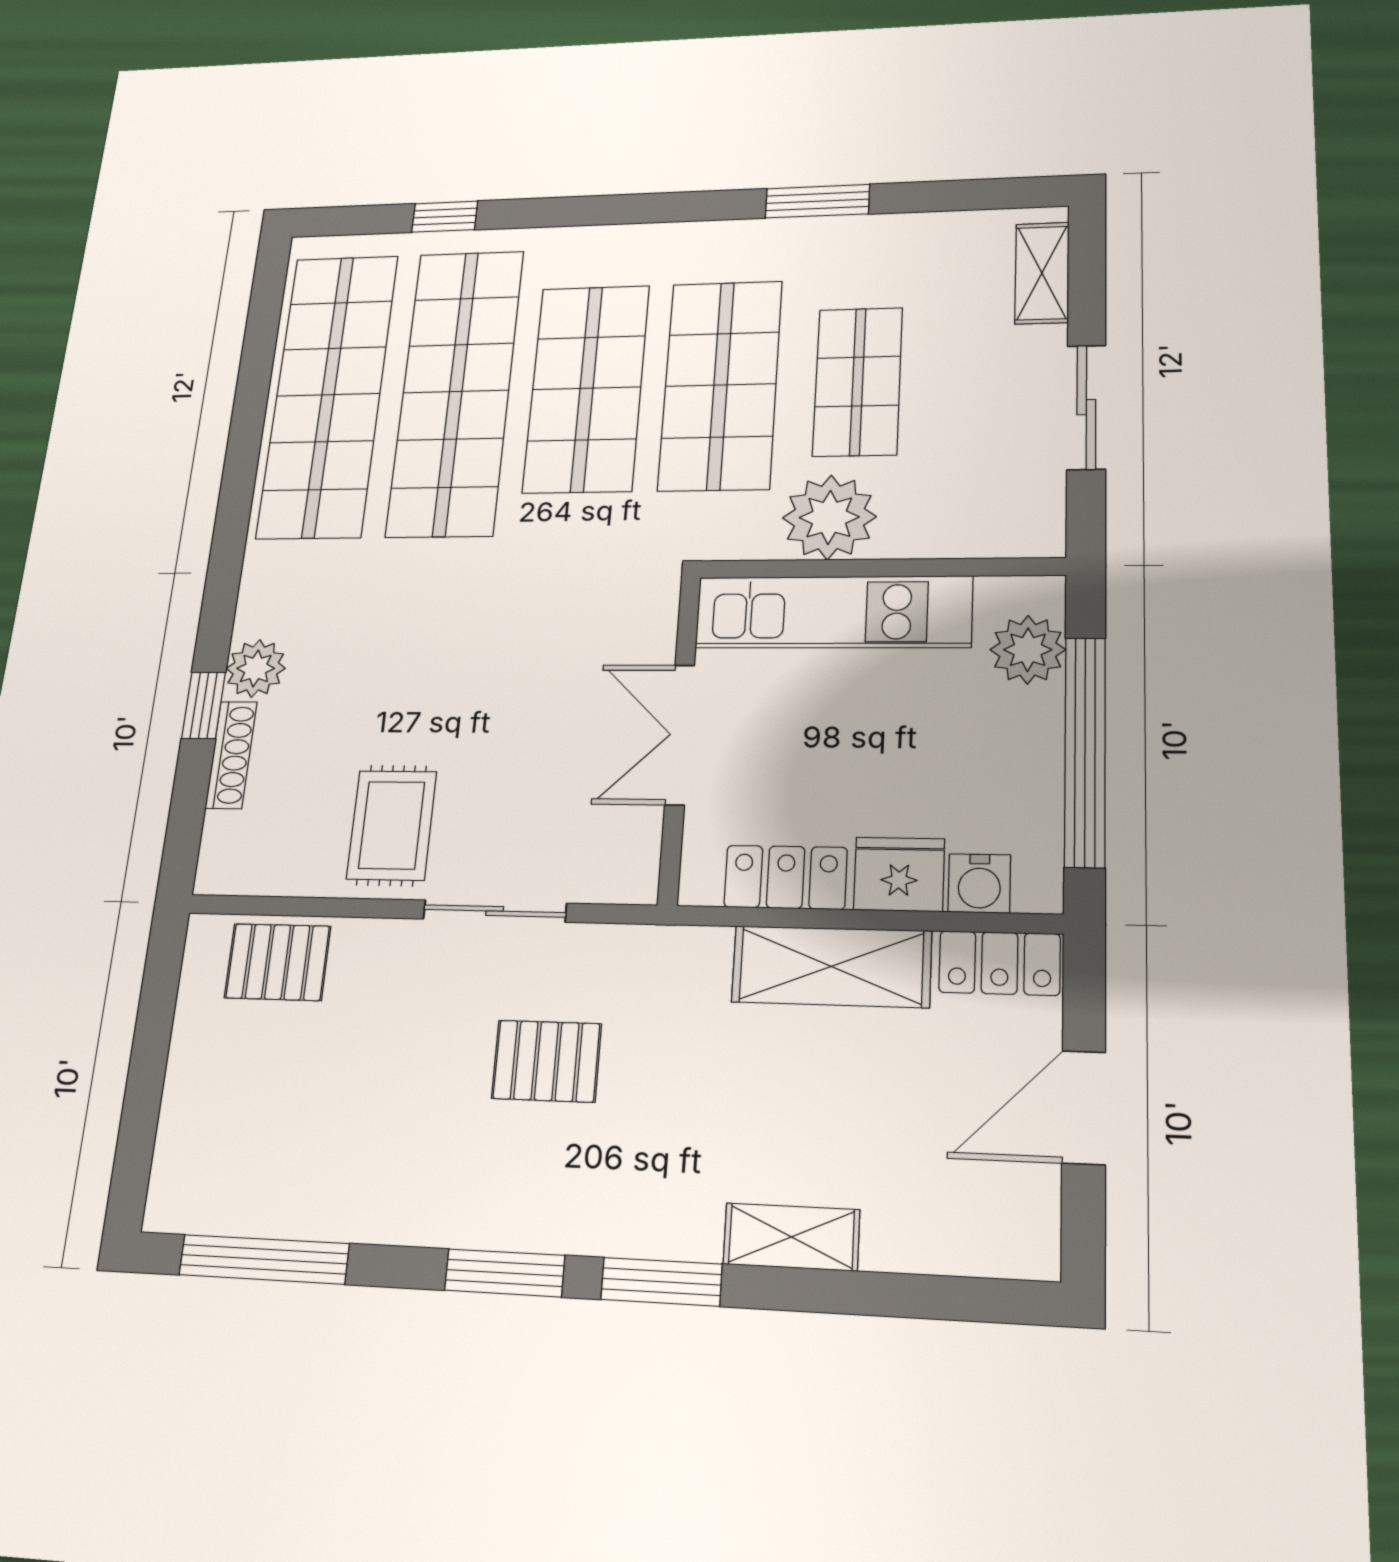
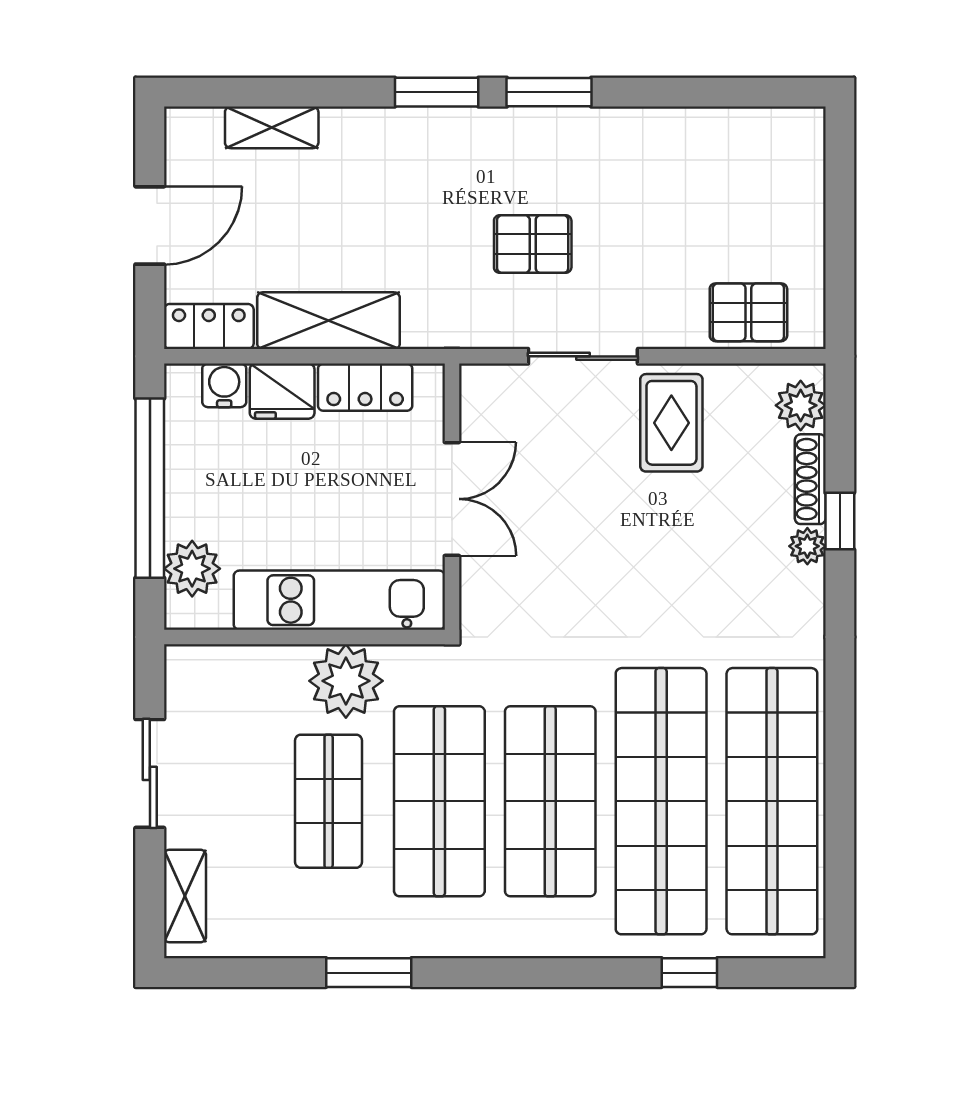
plant: (256, 668) -> (807, 546), width x0.73, depth x0.73
plant: (230, 844) -> (801, 405), added
shelving: (791, 1237) -> (272, 127), moved
window: (264, 1259) -> (728, 92), removed

